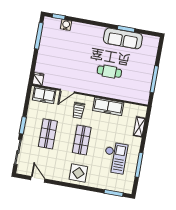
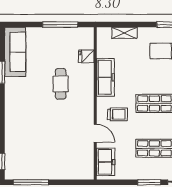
water cooler: (66, 25) -> (11, 150), removed
sofa: (123, 38) -> (15, 52), moved
fridge: (38, 79) -> (86, 56), moved

